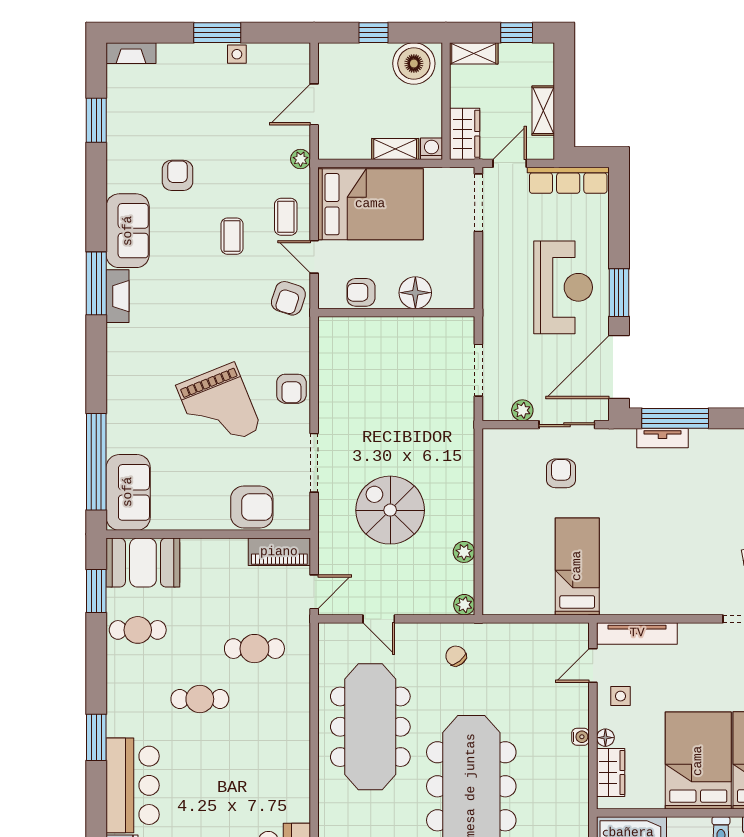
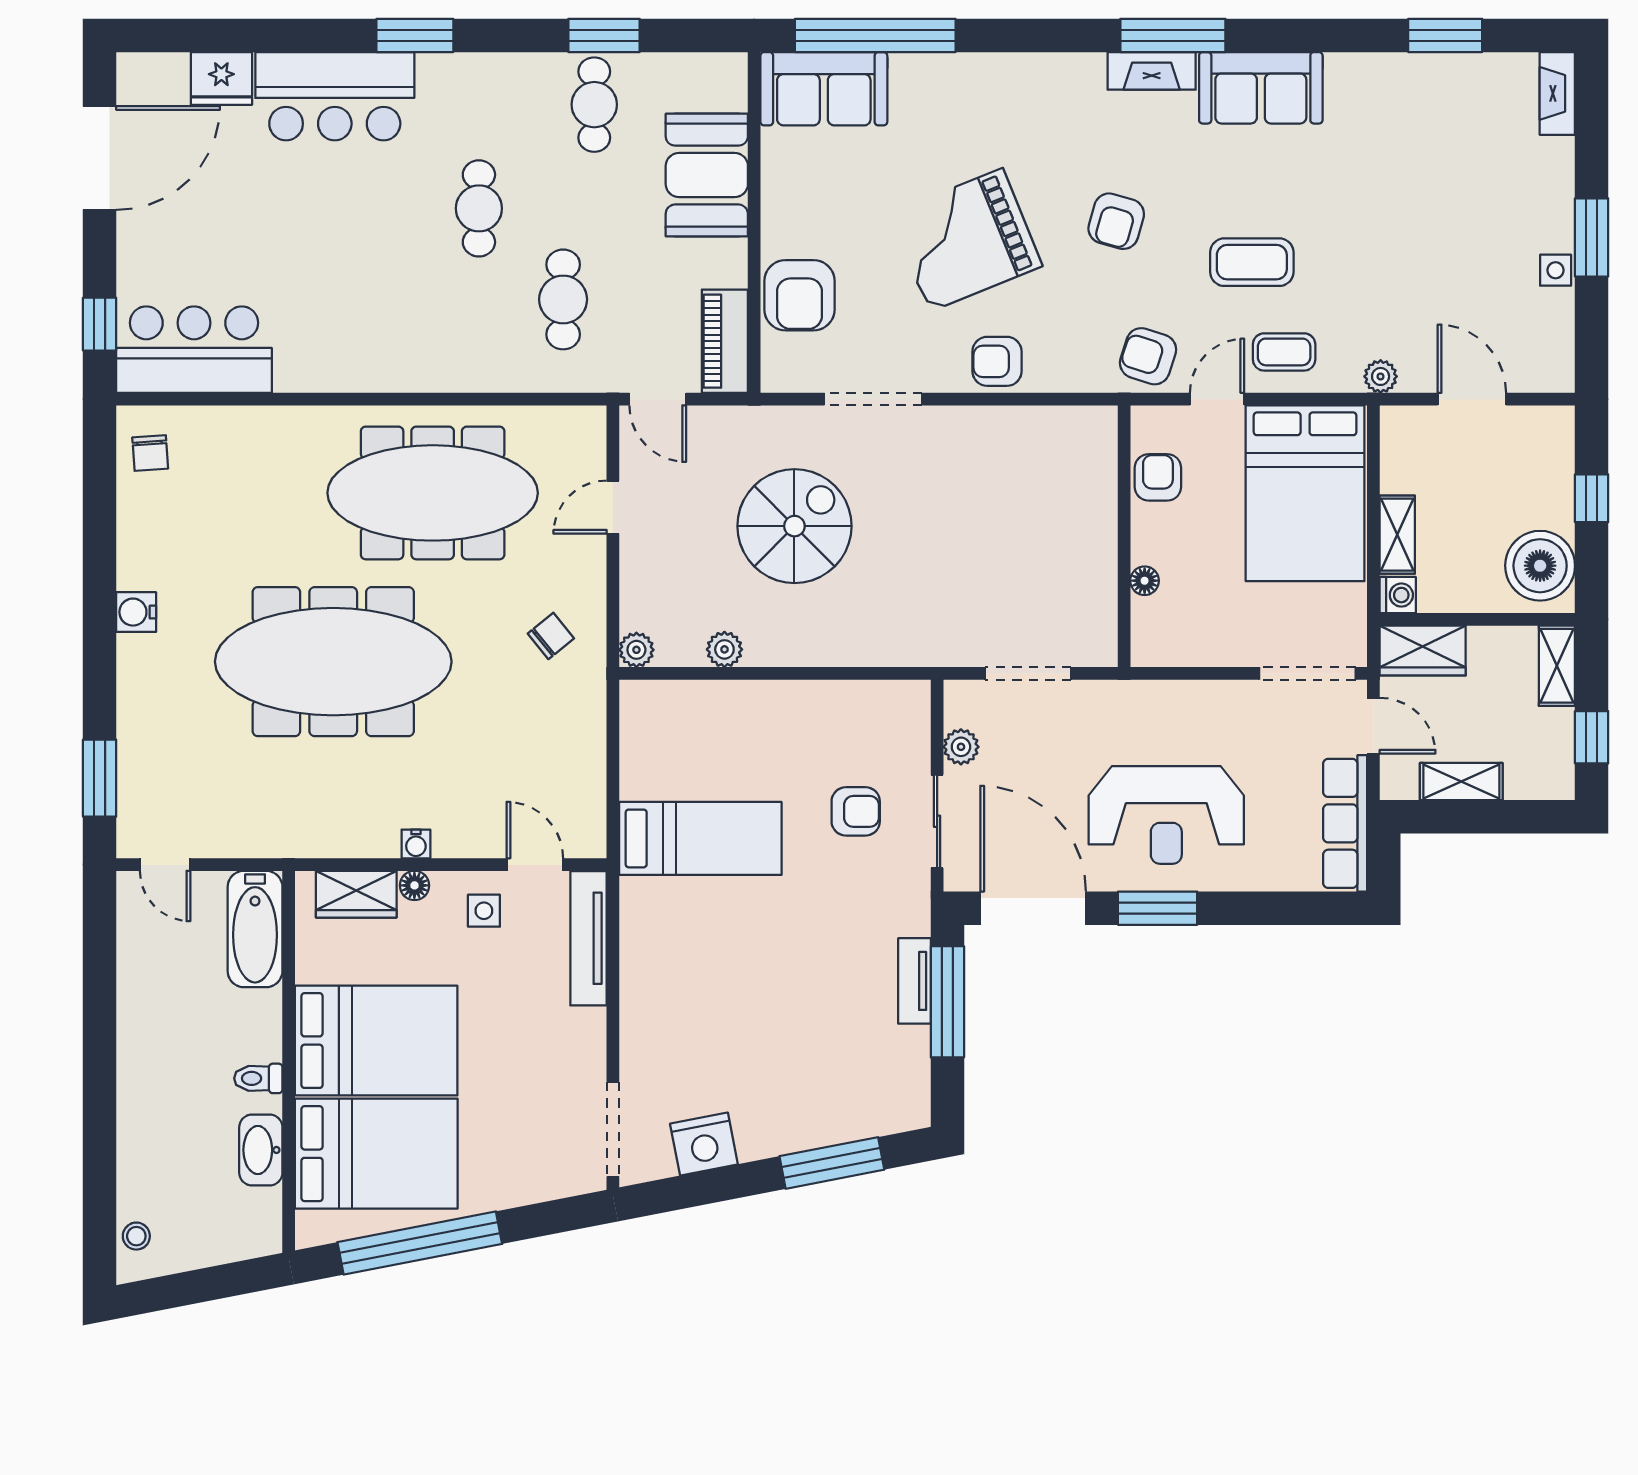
armchair: (178, 175) -> (1116, 221), moved, turned 106
coffee table: (232, 236) -> (1252, 262), width x1.36, depth x1.30
floor lamp: (415, 293) -> (1145, 581), width x0.53, depth x0.53
booth: (143, 563) -> (707, 175), moved
window: (96, 591) -> (604, 35), moved

